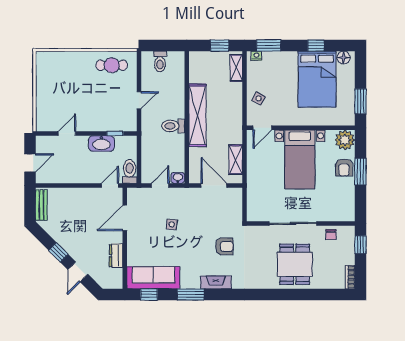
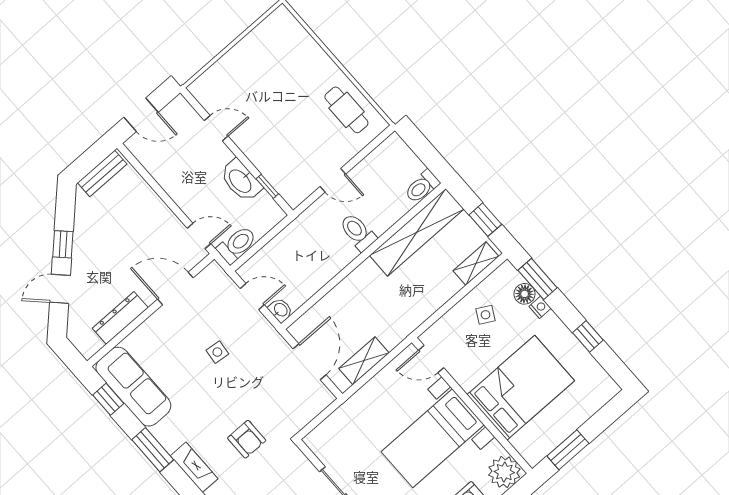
nightstand: (256, 56) -> (540, 307), moved
floor lamp: (344, 58) -> (525, 294), moved
toilet: (160, 62) -> (422, 187), moved
bed: (317, 79) -> (521, 388), moved, turned 180
side table: (259, 98) -> (486, 315), moved
shelving: (197, 115) -> (417, 232), moved
toilet: (173, 126) -> (358, 232), moved
dresser: (116, 256) -> (120, 318), width x1.44

